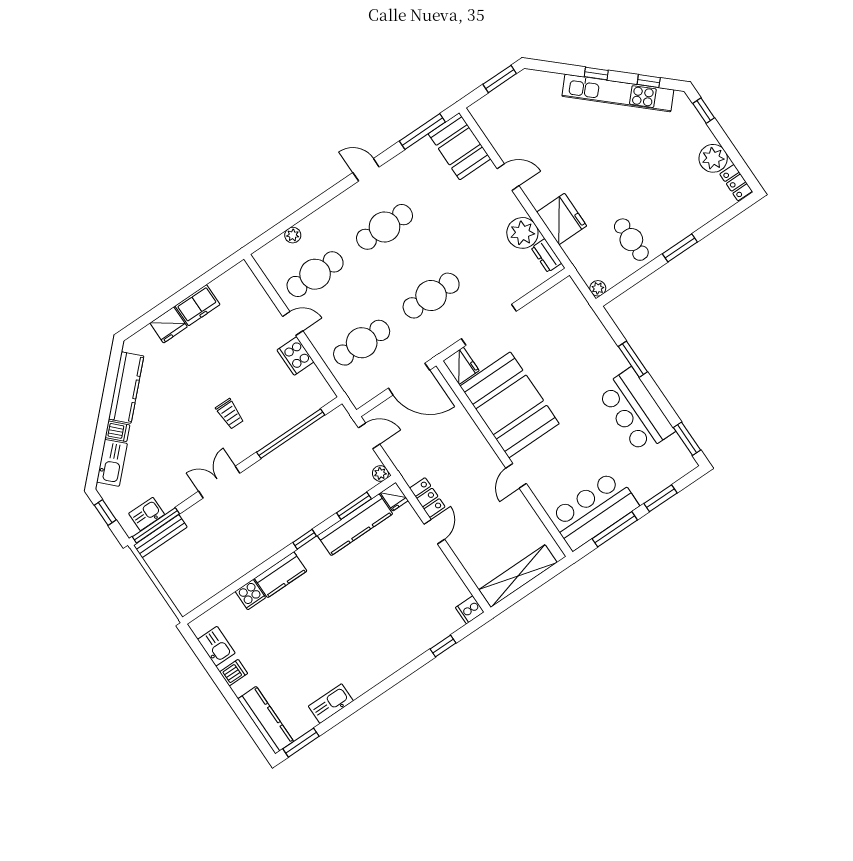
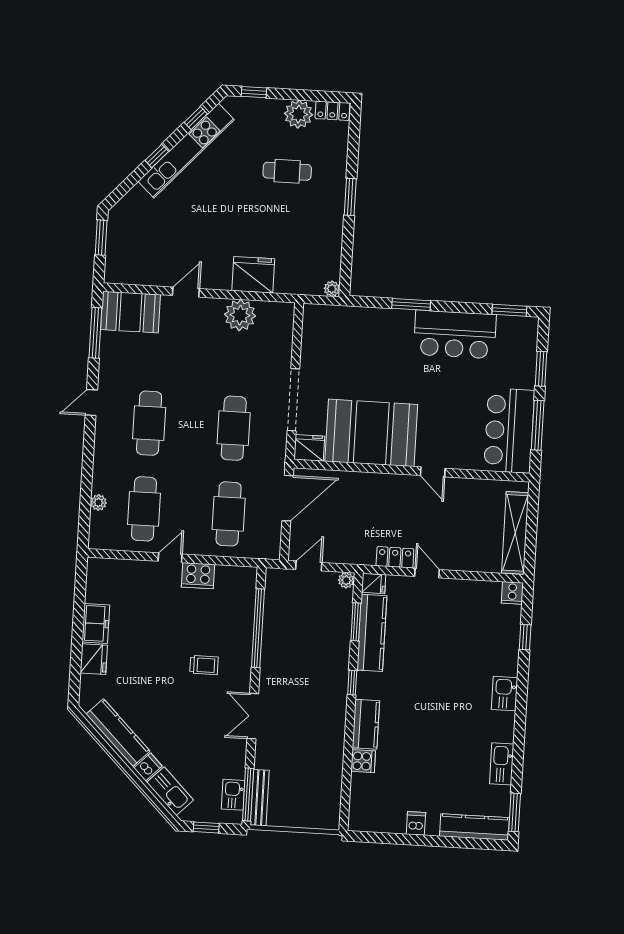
cafe table: (631, 240) -> (287, 171), moved
dresser: (546, 256) -> (273, 310), removed
kitchen sink: (216, 646) -> (505, 694), moved, turned -90

